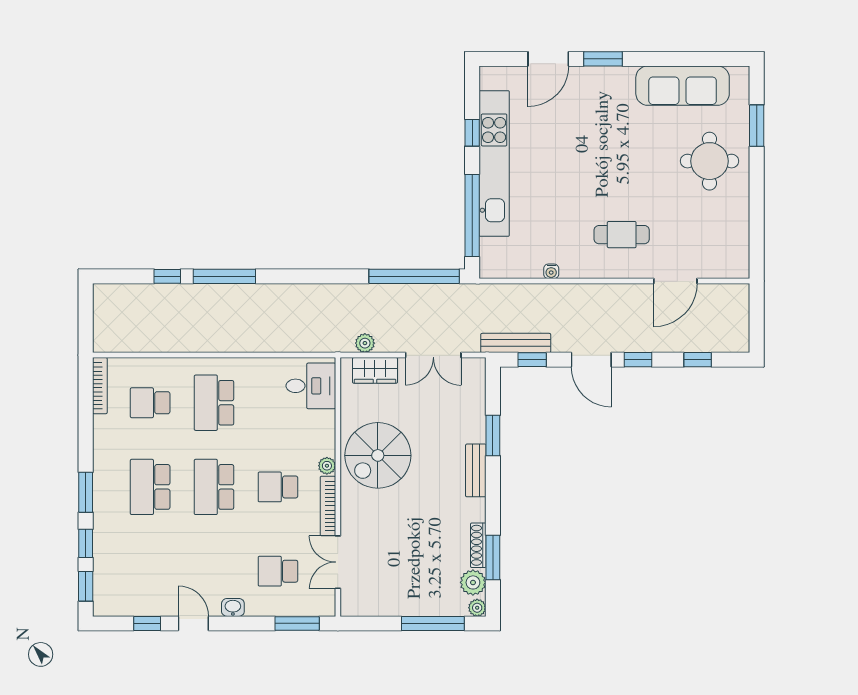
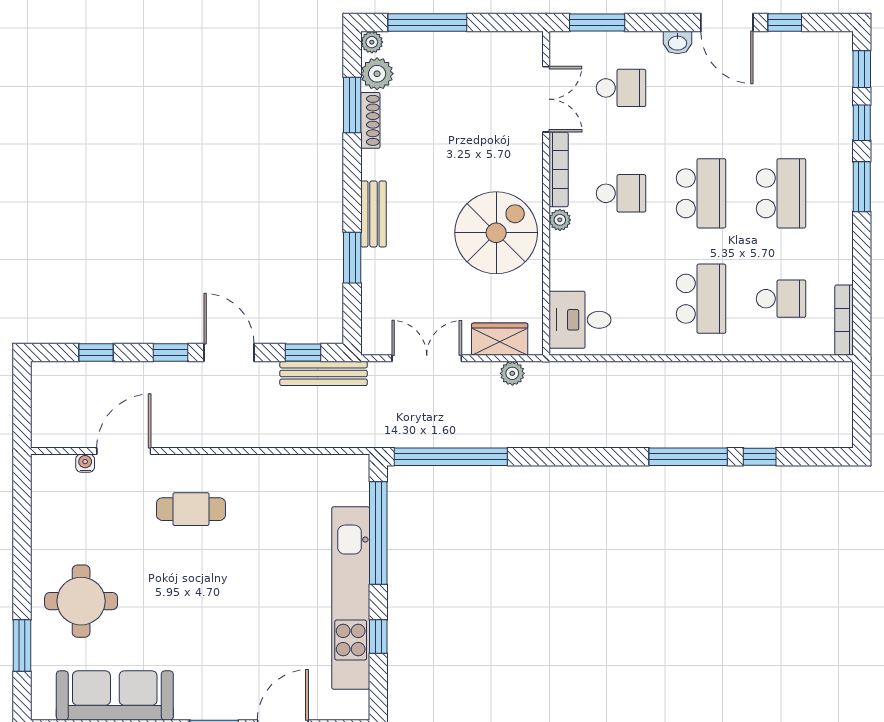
water cooler: (551, 271) -> (85, 463), moved
door: (193, 623) -> (727, 22), width x1.38

